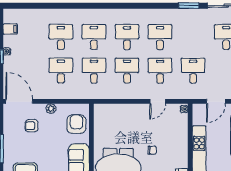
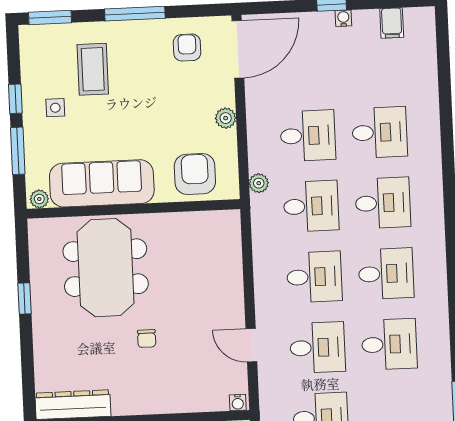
plant: (82, 95) -> (259, 183), added
armchair: (76, 124) -> (195, 174), turned -90
armchair: (32, 126) -> (187, 48), moved

